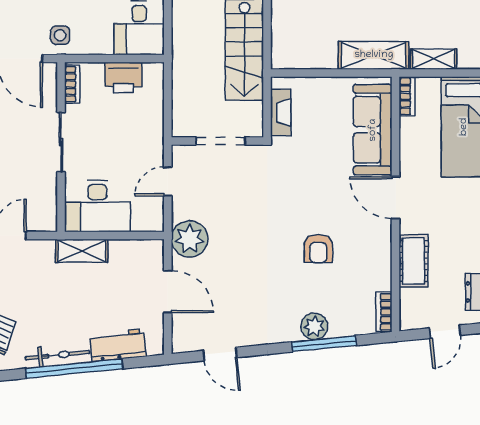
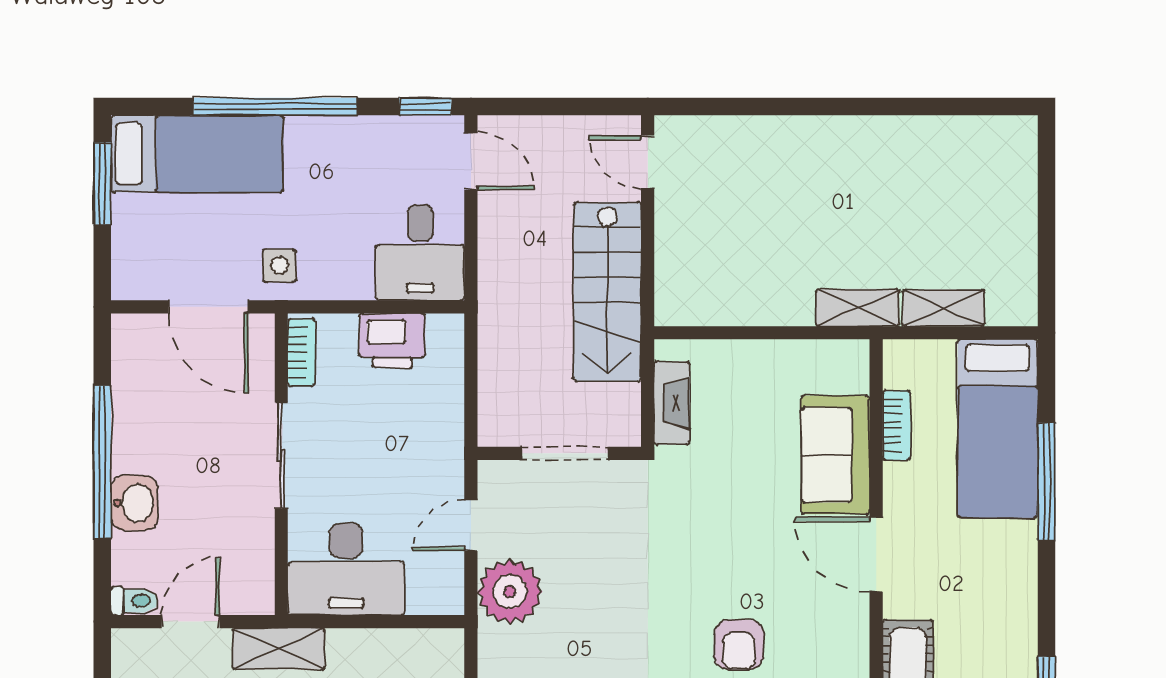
shelving: (374, 55) -> (858, 308), width x0.67, depth x0.75
bookcase: (407, 96) -> (897, 425), moved
sofa: (373, 130) -> (835, 455), width x0.73
plant: (190, 239) -> (510, 592), moved
shelving: (82, 251) -> (279, 649), moved

